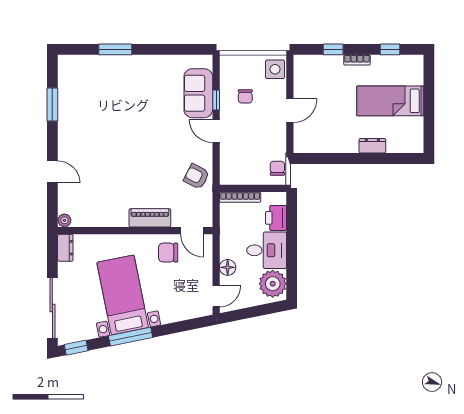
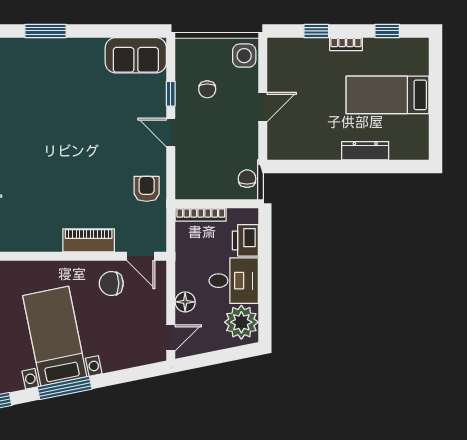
sofa: (198, 93) -> (136, 55), moved, turned -90
dresser: (372, 146) -> (365, 151), width x1.44
armchair: (197, 176) -> (147, 189), turned 63

